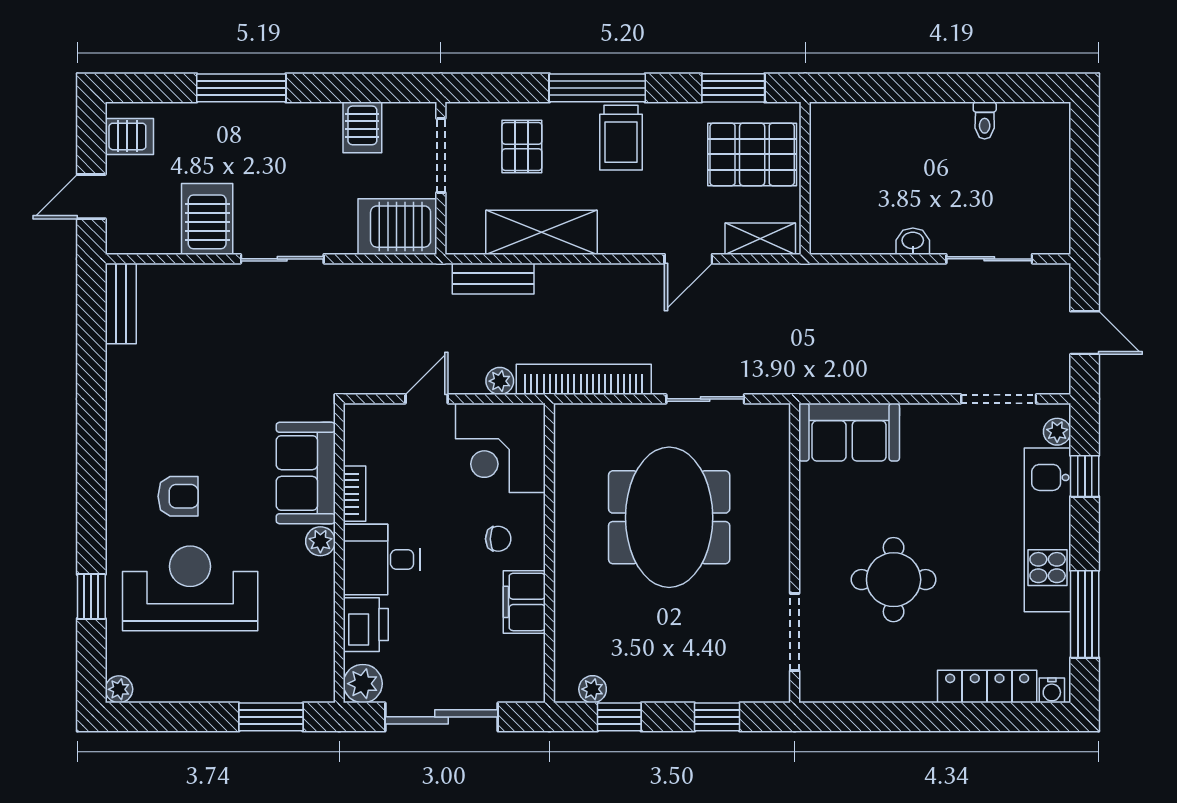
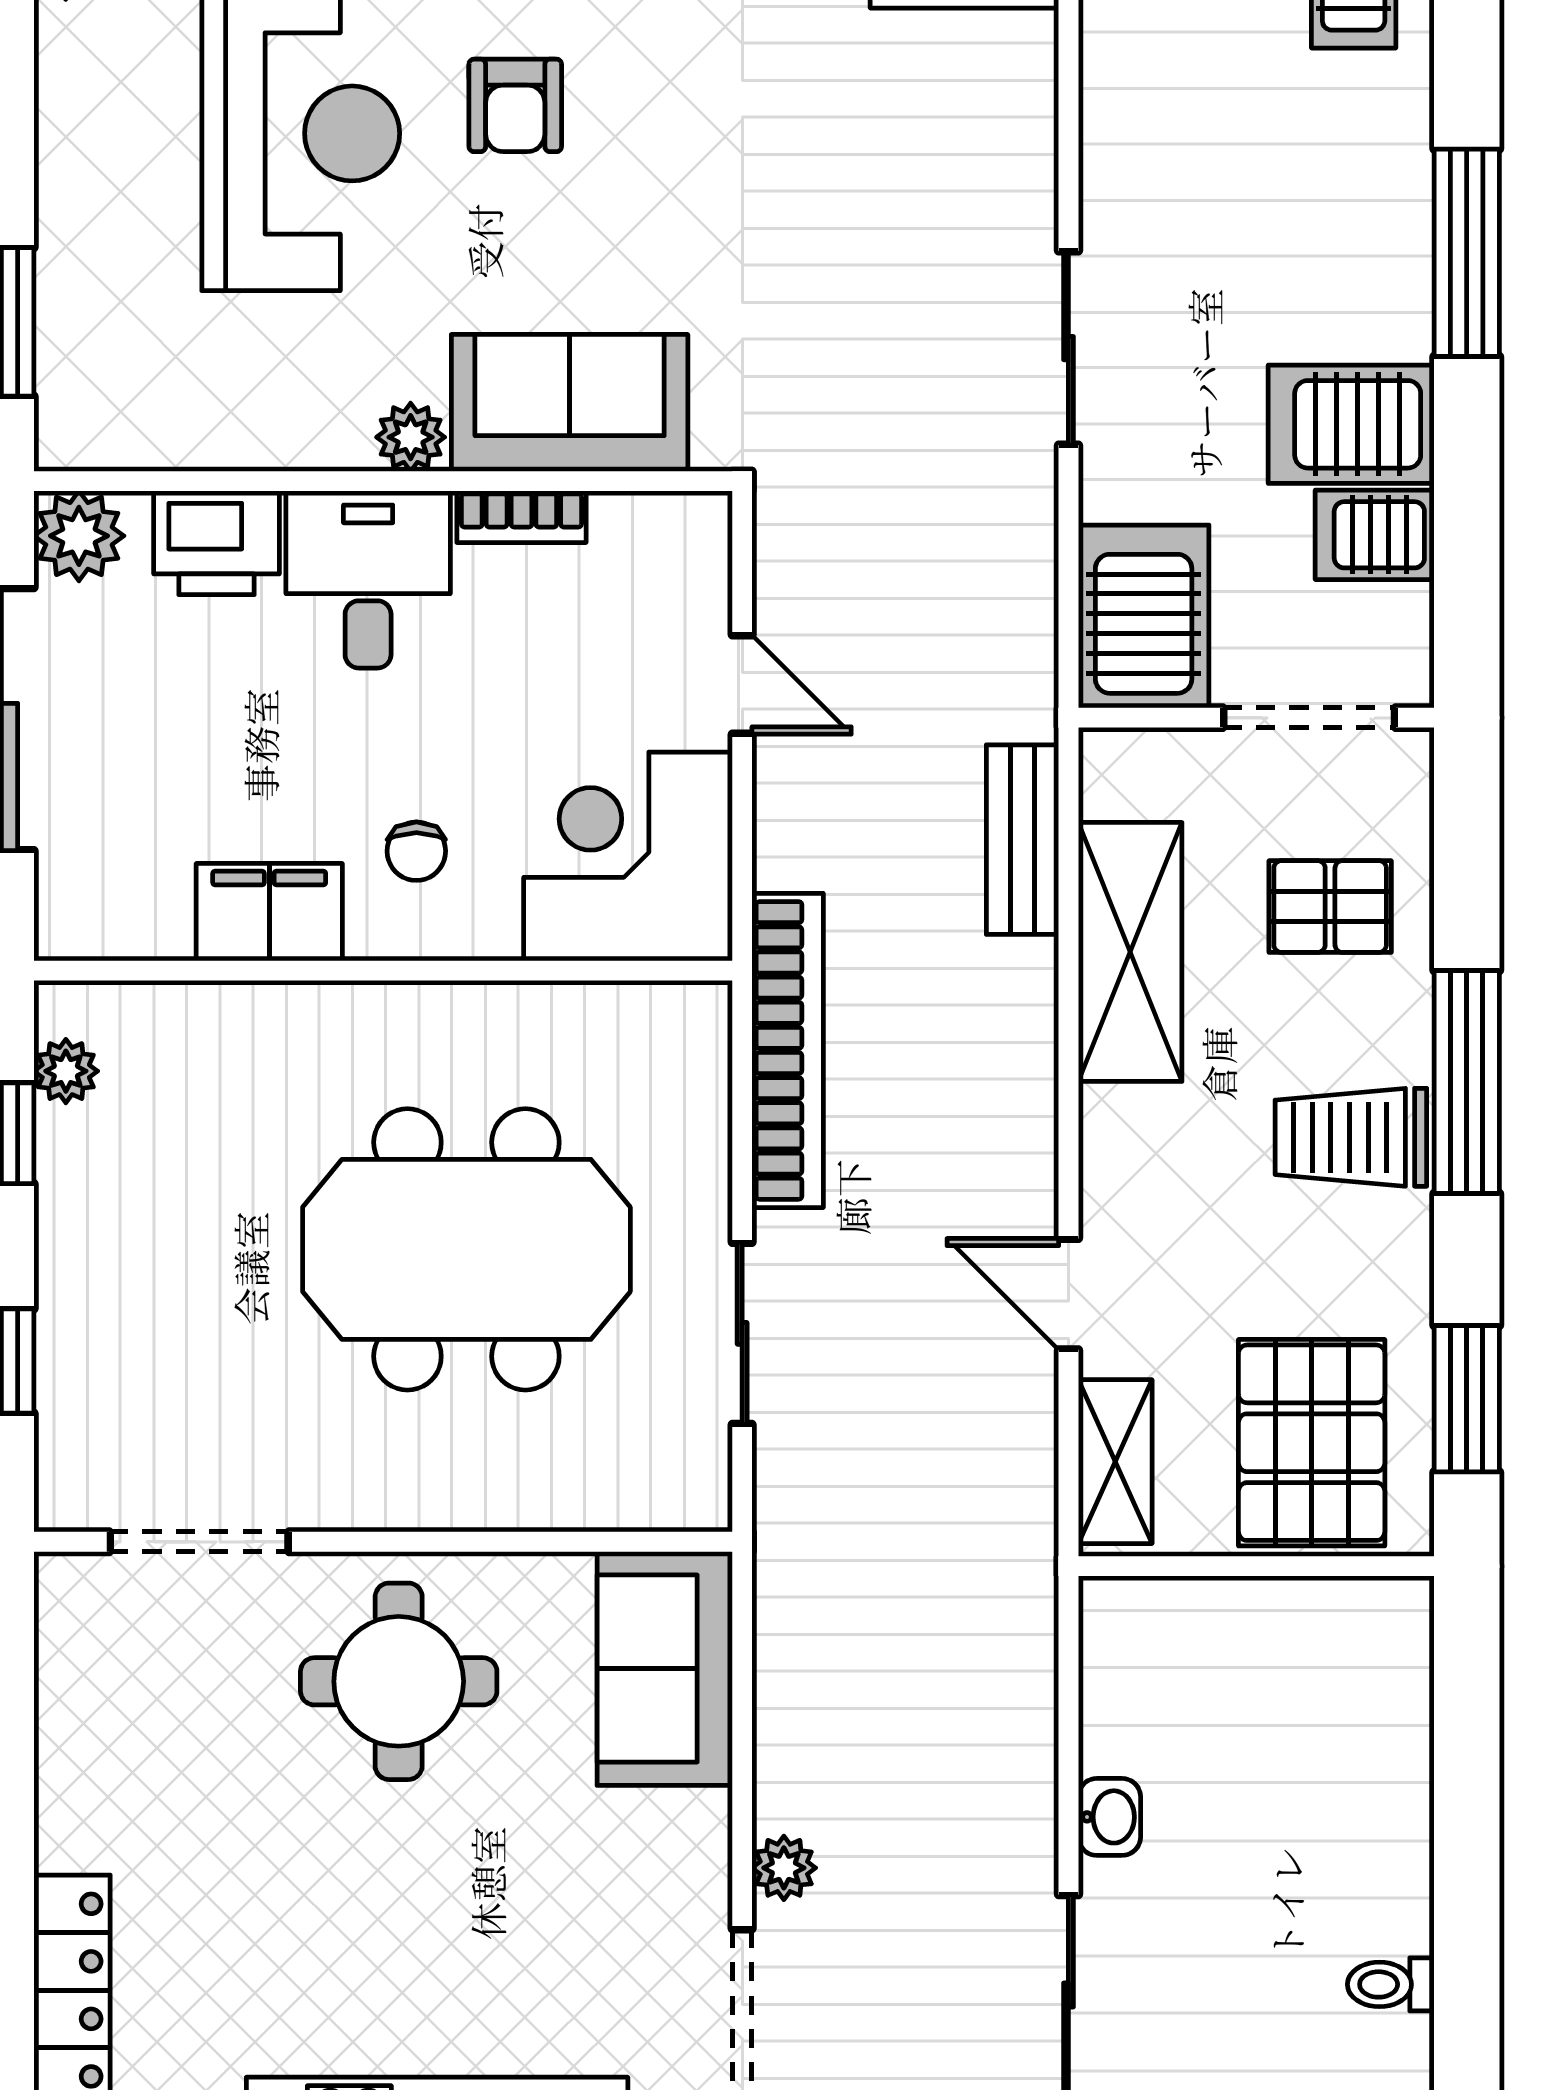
server rack: (207, 219) -> (1351, 424), moved, turned 180
plant: (500, 381) -> (784, 1868), moved
round table: (894, 580) -> (399, 1681), moved

